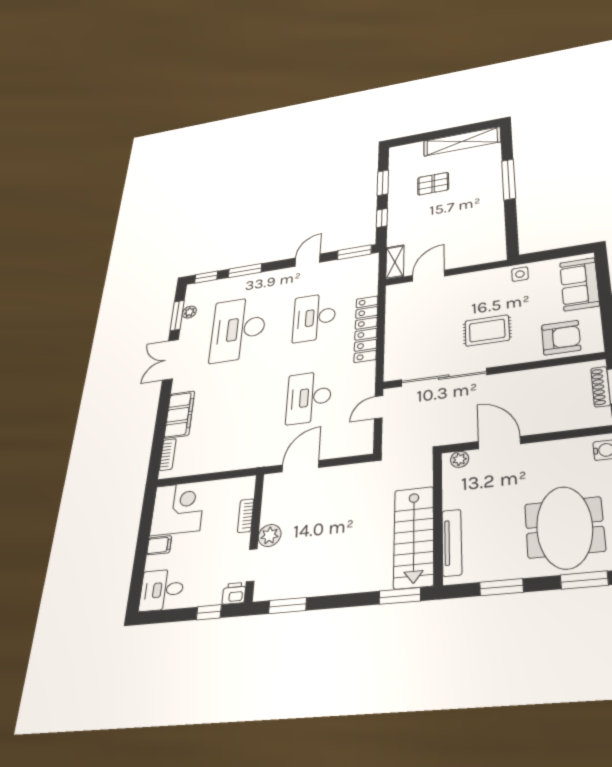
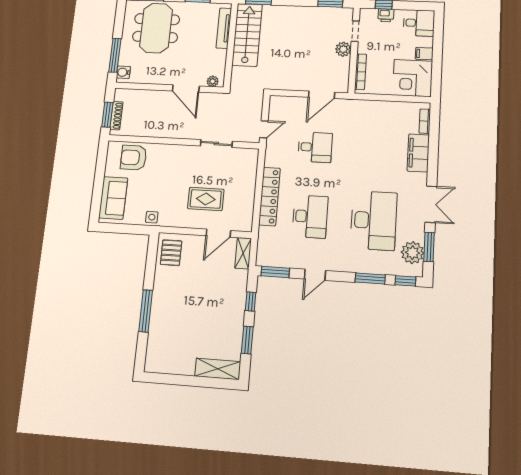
shelving: (462, 141) -> (218, 369), moved, width x0.68
pallet: (433, 184) -> (171, 253), moved, turned 90
plant: (189, 312) -> (412, 253), width x1.88, depth x1.88
rug: (487, 331) -> (206, 199), moved
sliding door: (444, 377) -> (216, 144), width x0.54
desk: (309, 397) -> (315, 147), width x0.73
bookcase: (246, 516) -> (360, 72), width x1.56
printer: (234, 593) -> (386, 15), moved

